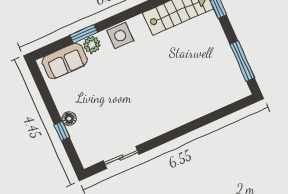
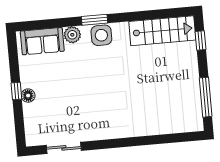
window: (84, 34) -> (94, 20), moved
window: (62, 131) -> (16, 91), moved

